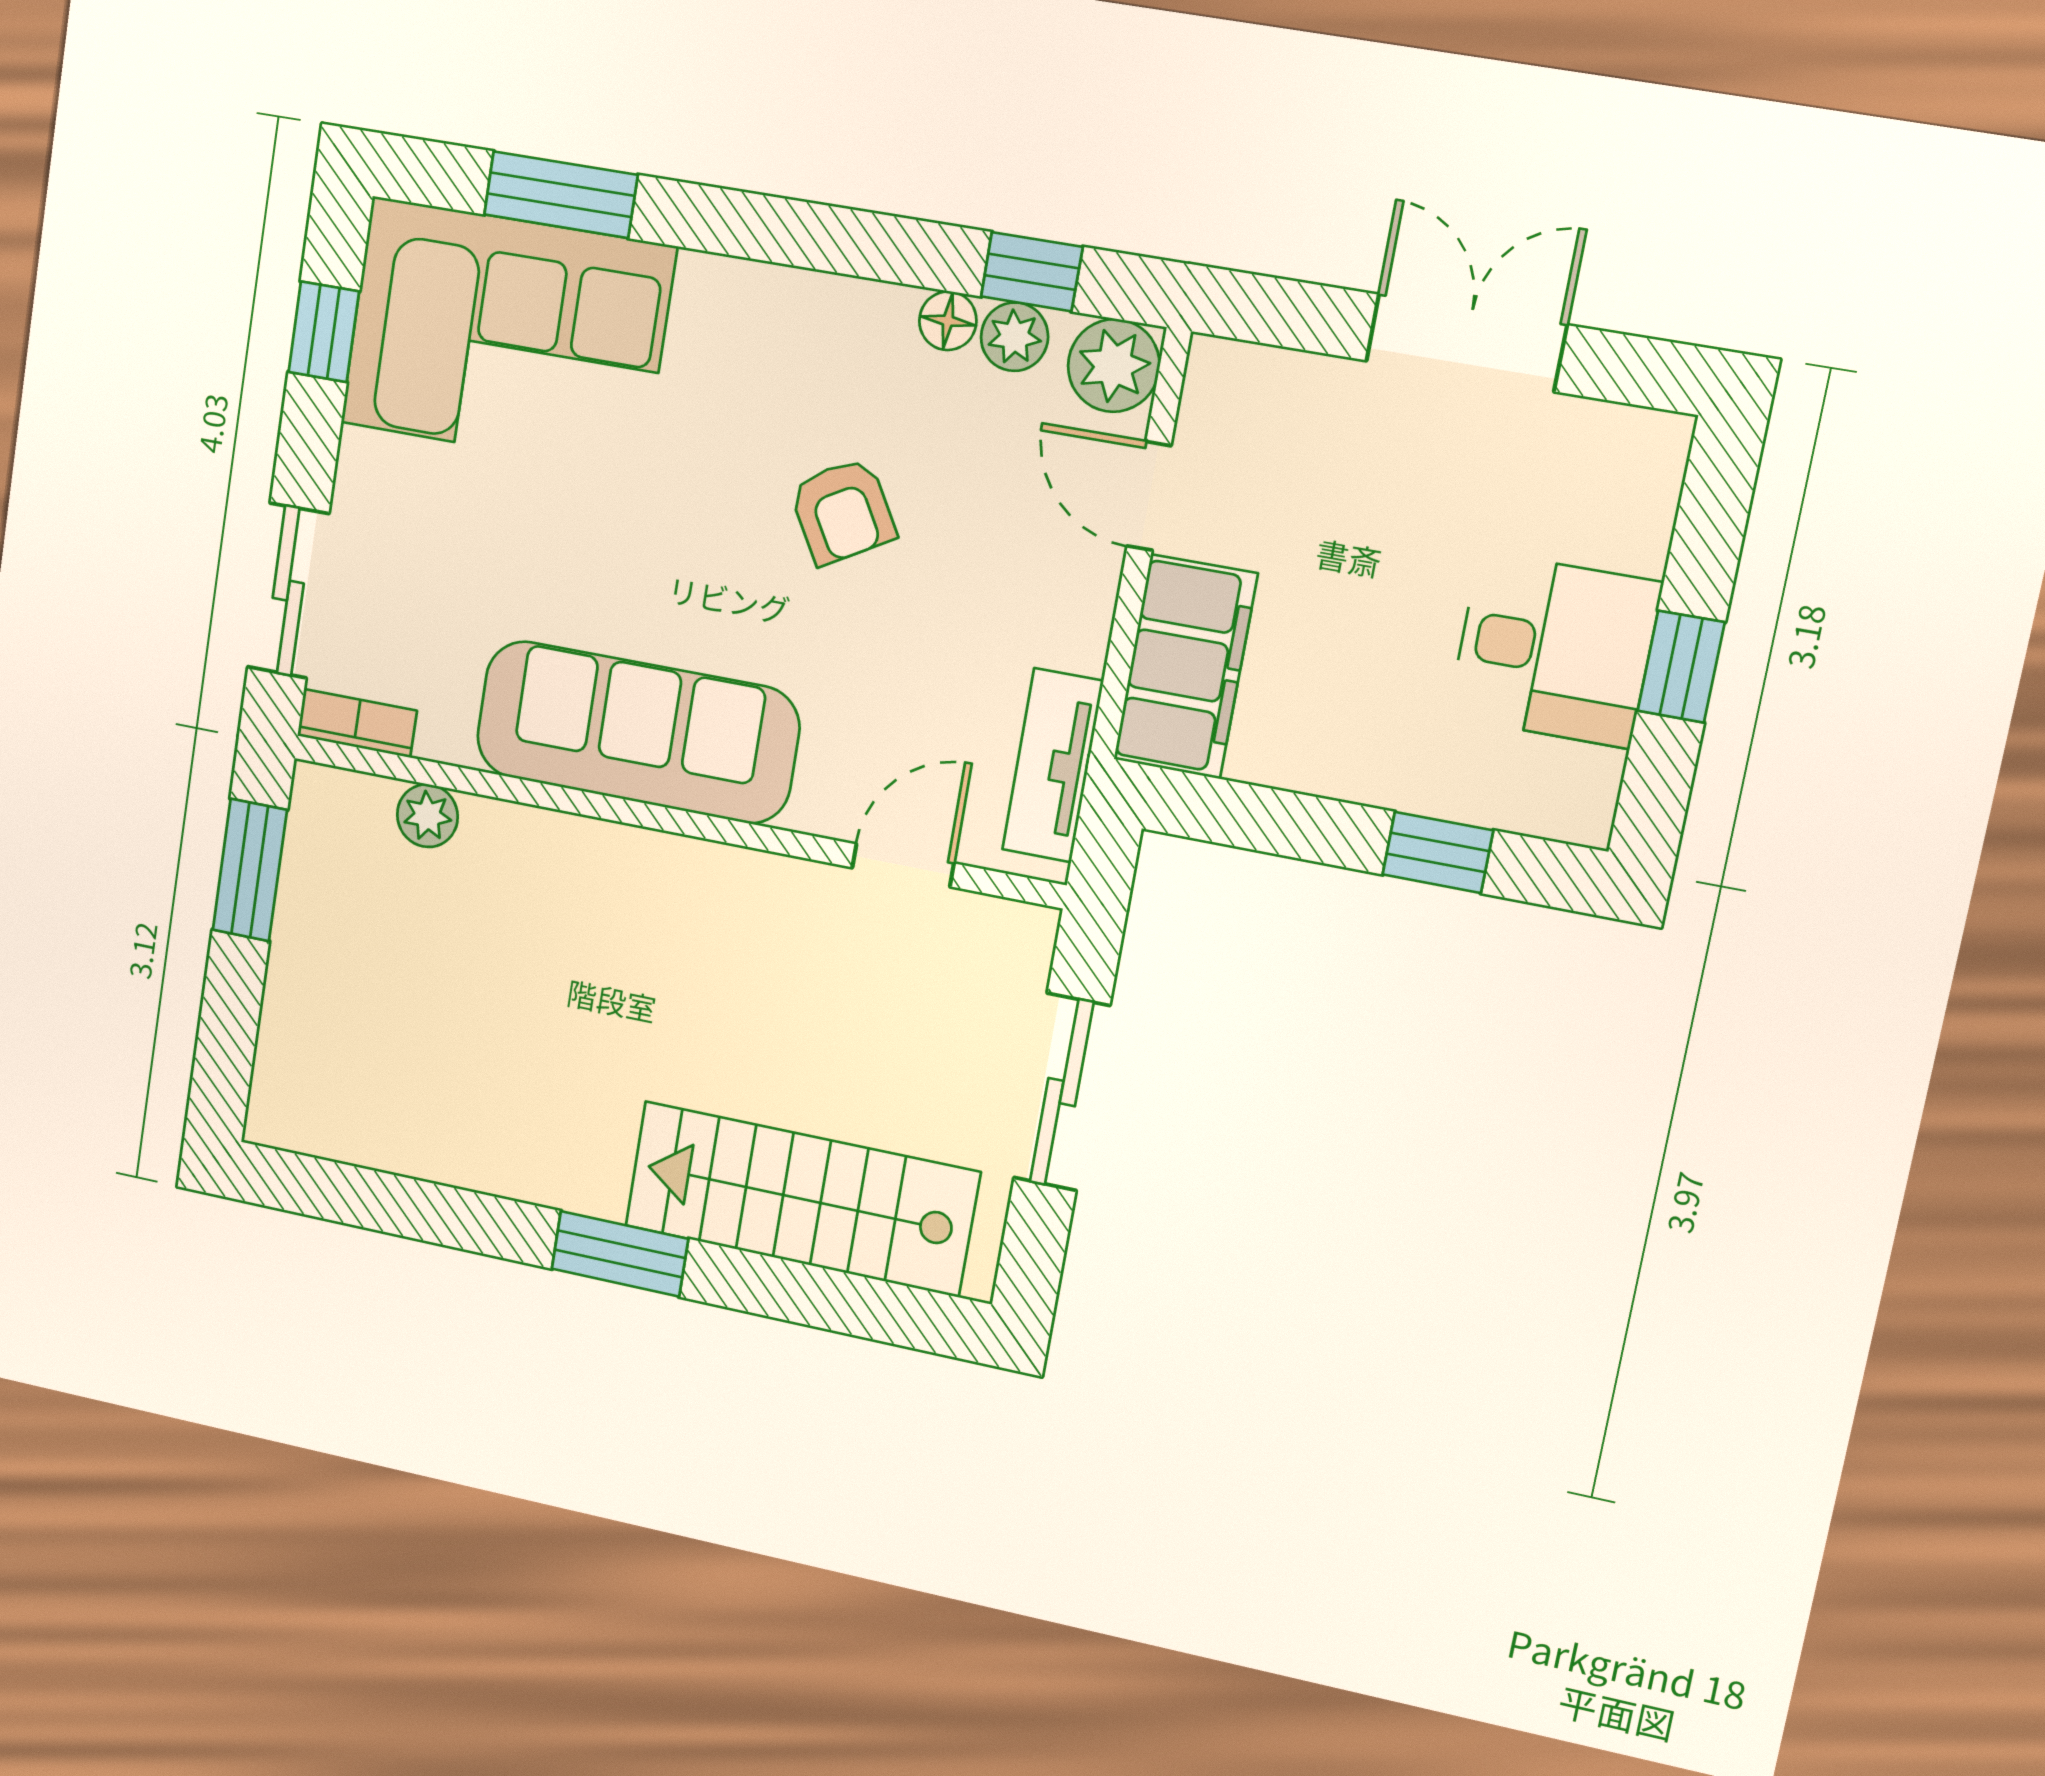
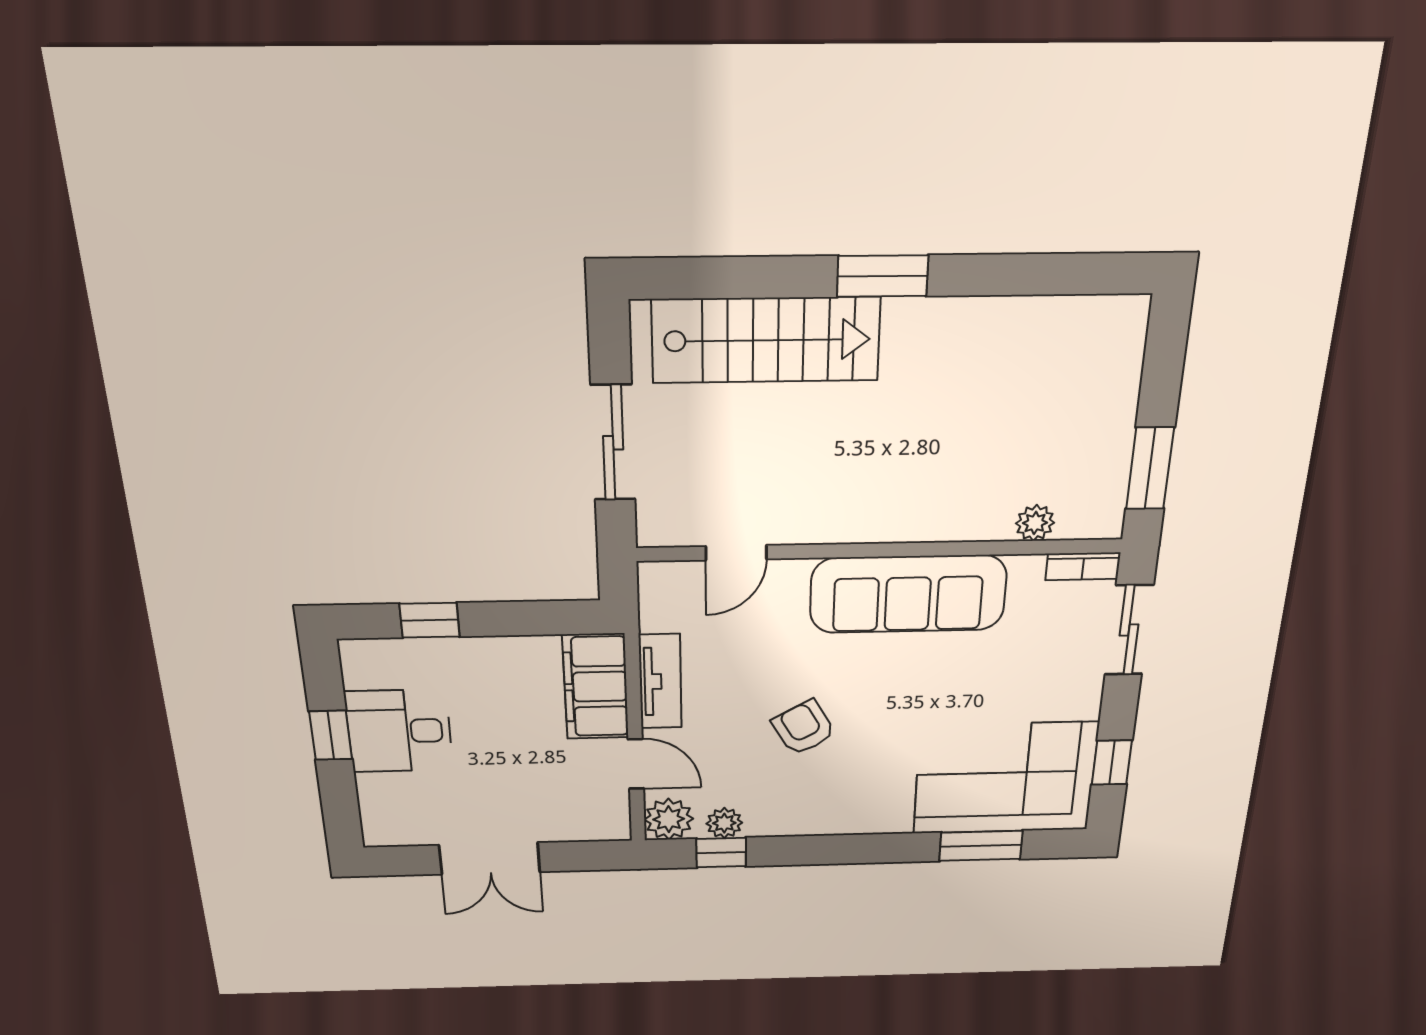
floor lamp: (948, 321) -> (761, 824), removed
tv unit: (1053, 765) -> (660, 681), moved

